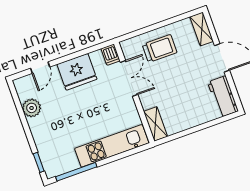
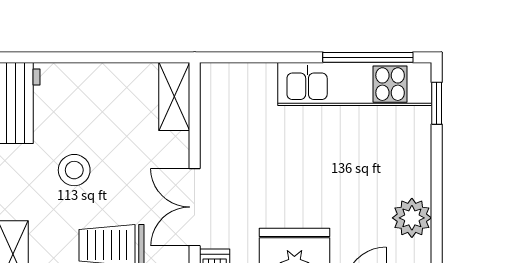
stool: (188, 76) -> (74, 170), added
kitchen unit: (112, 146) -> (355, 84), moved

